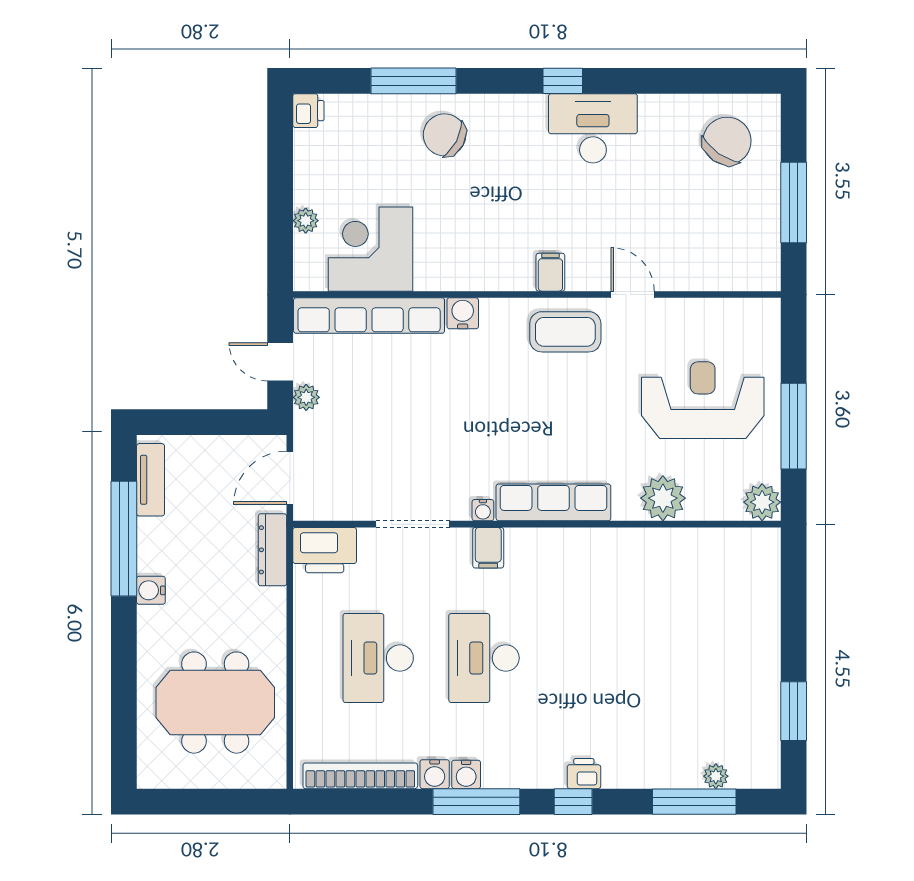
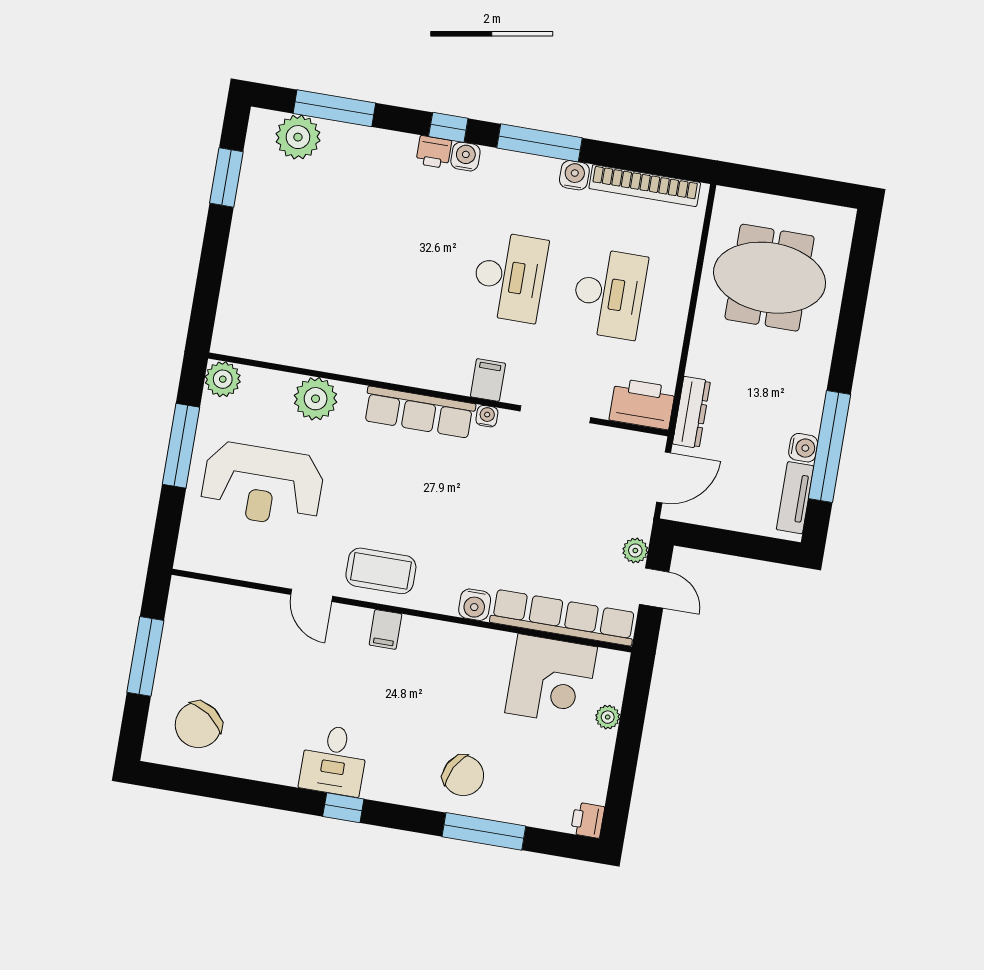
desk: (593, 128) -> (334, 760), width x0.73
water cooler: (151, 590) -> (803, 448), moved
water cooler: (466, 774) -> (465, 157), moved
plant: (716, 776) -> (298, 137), width x1.88, depth x1.88

